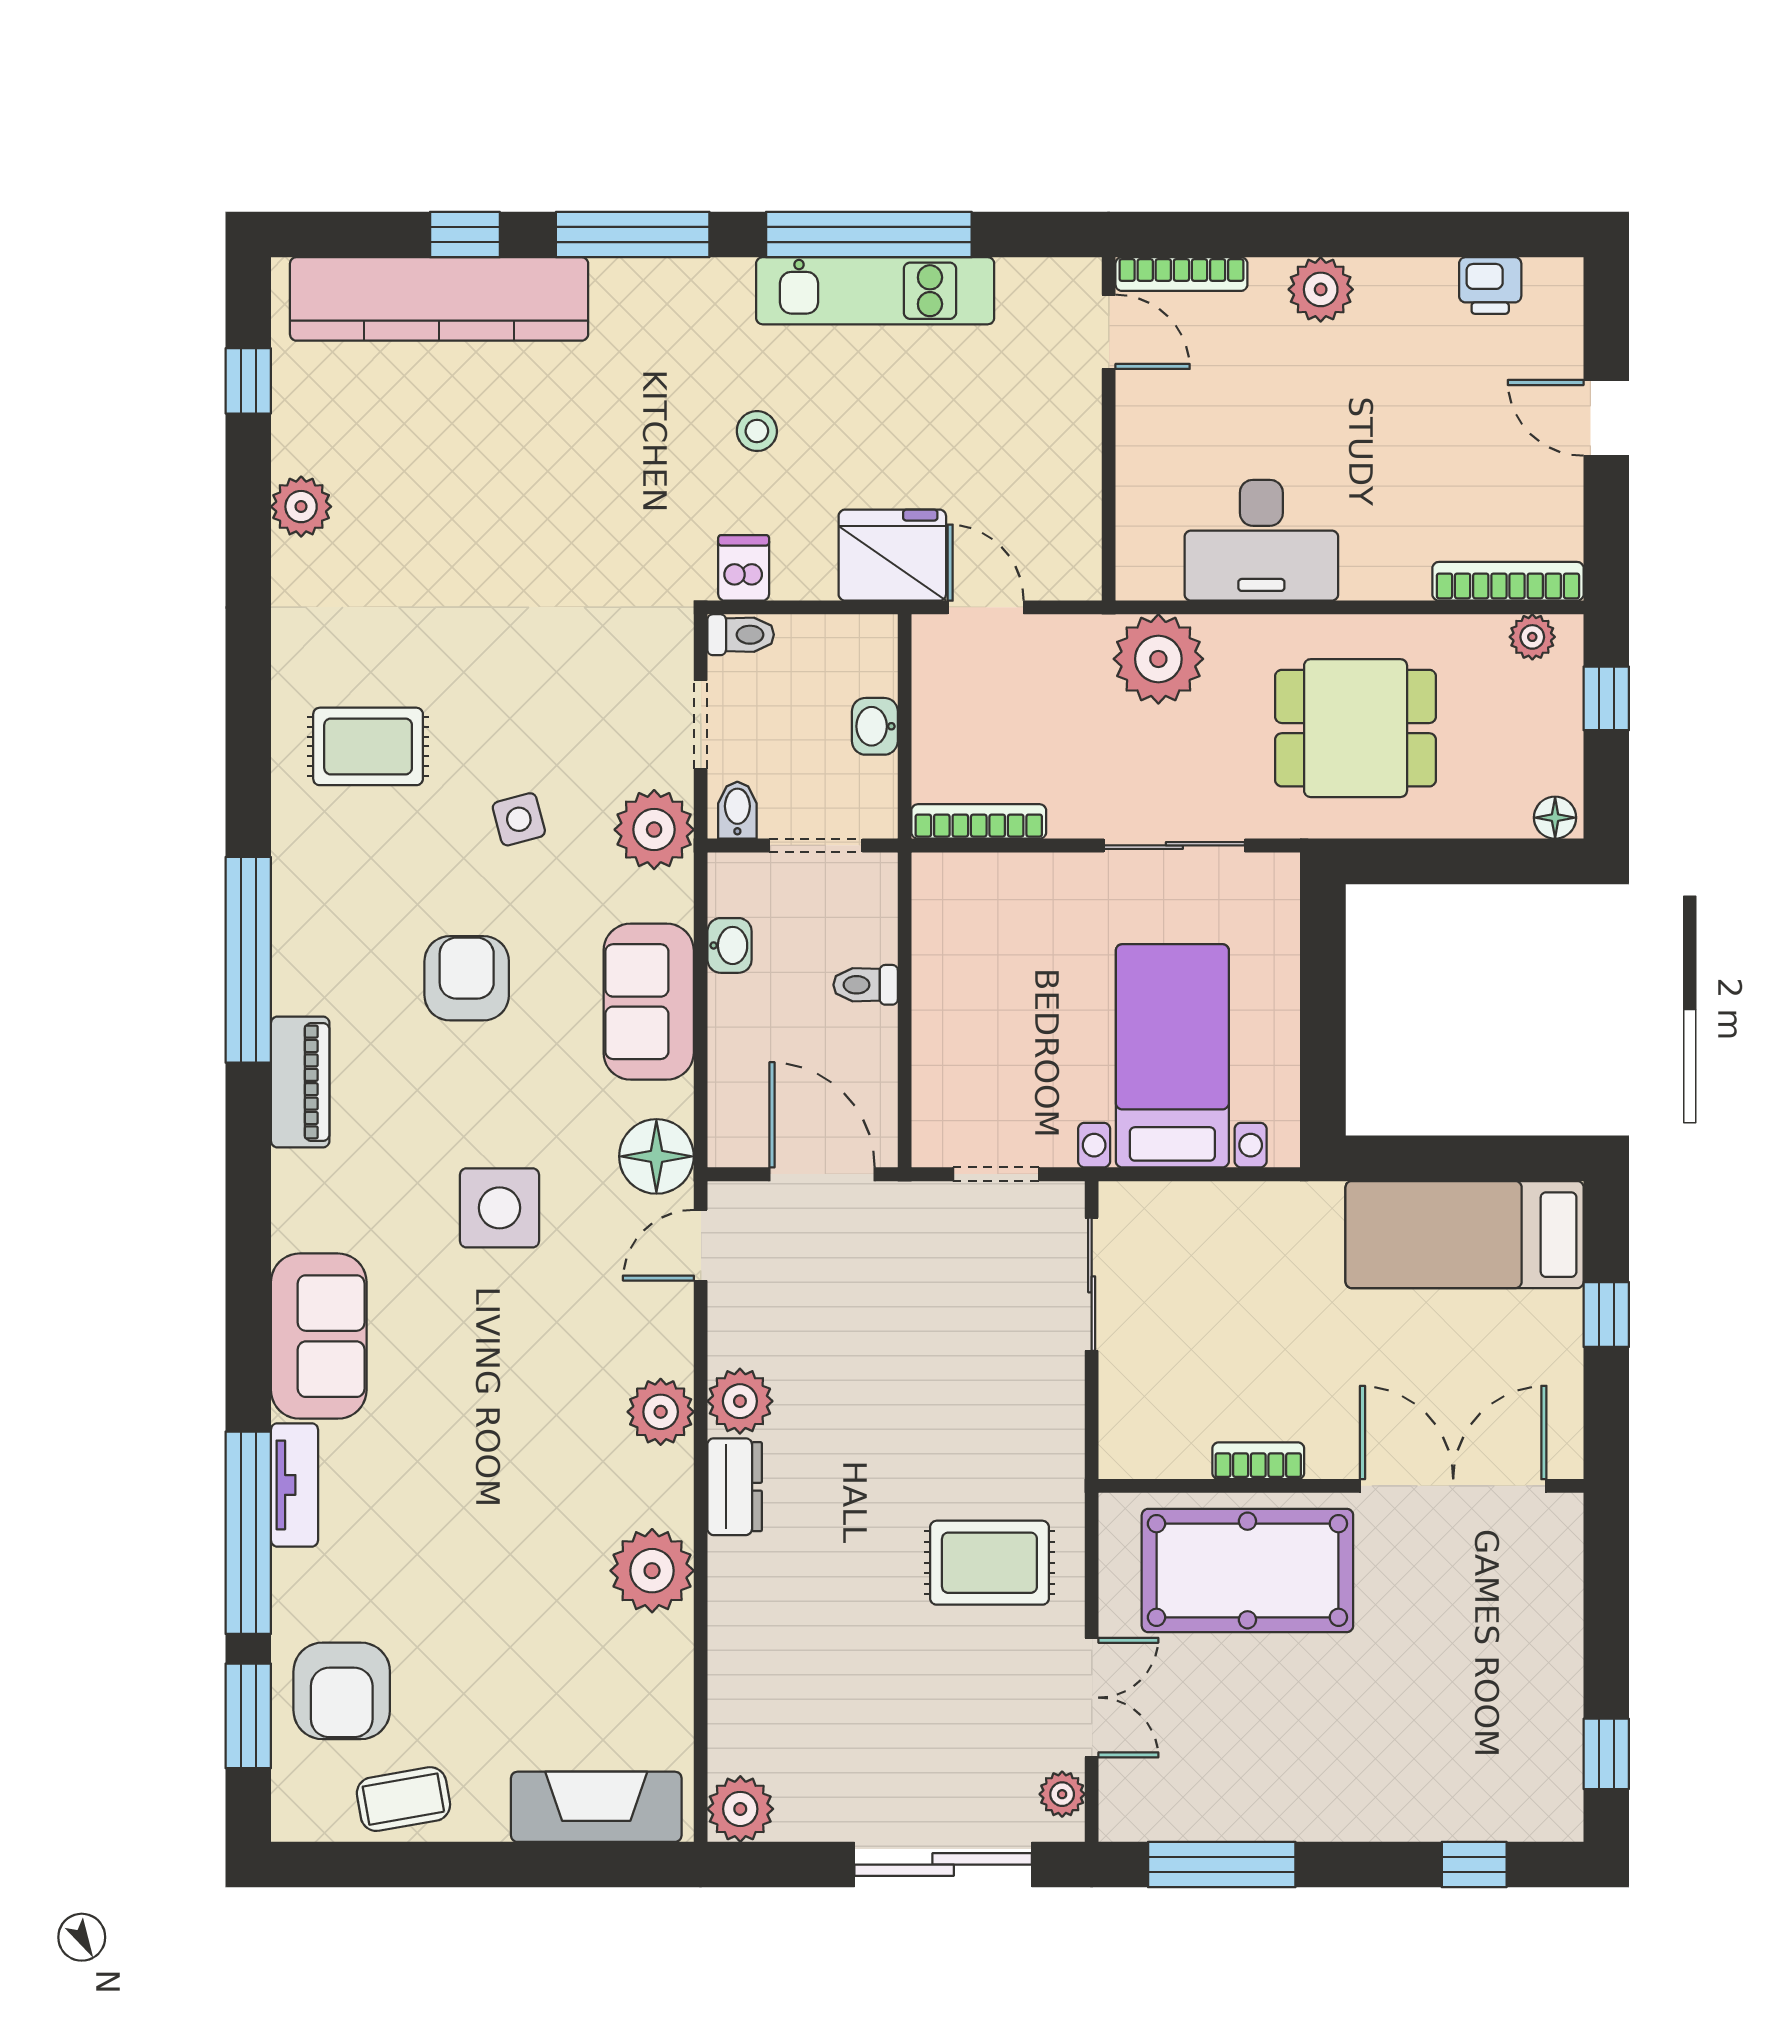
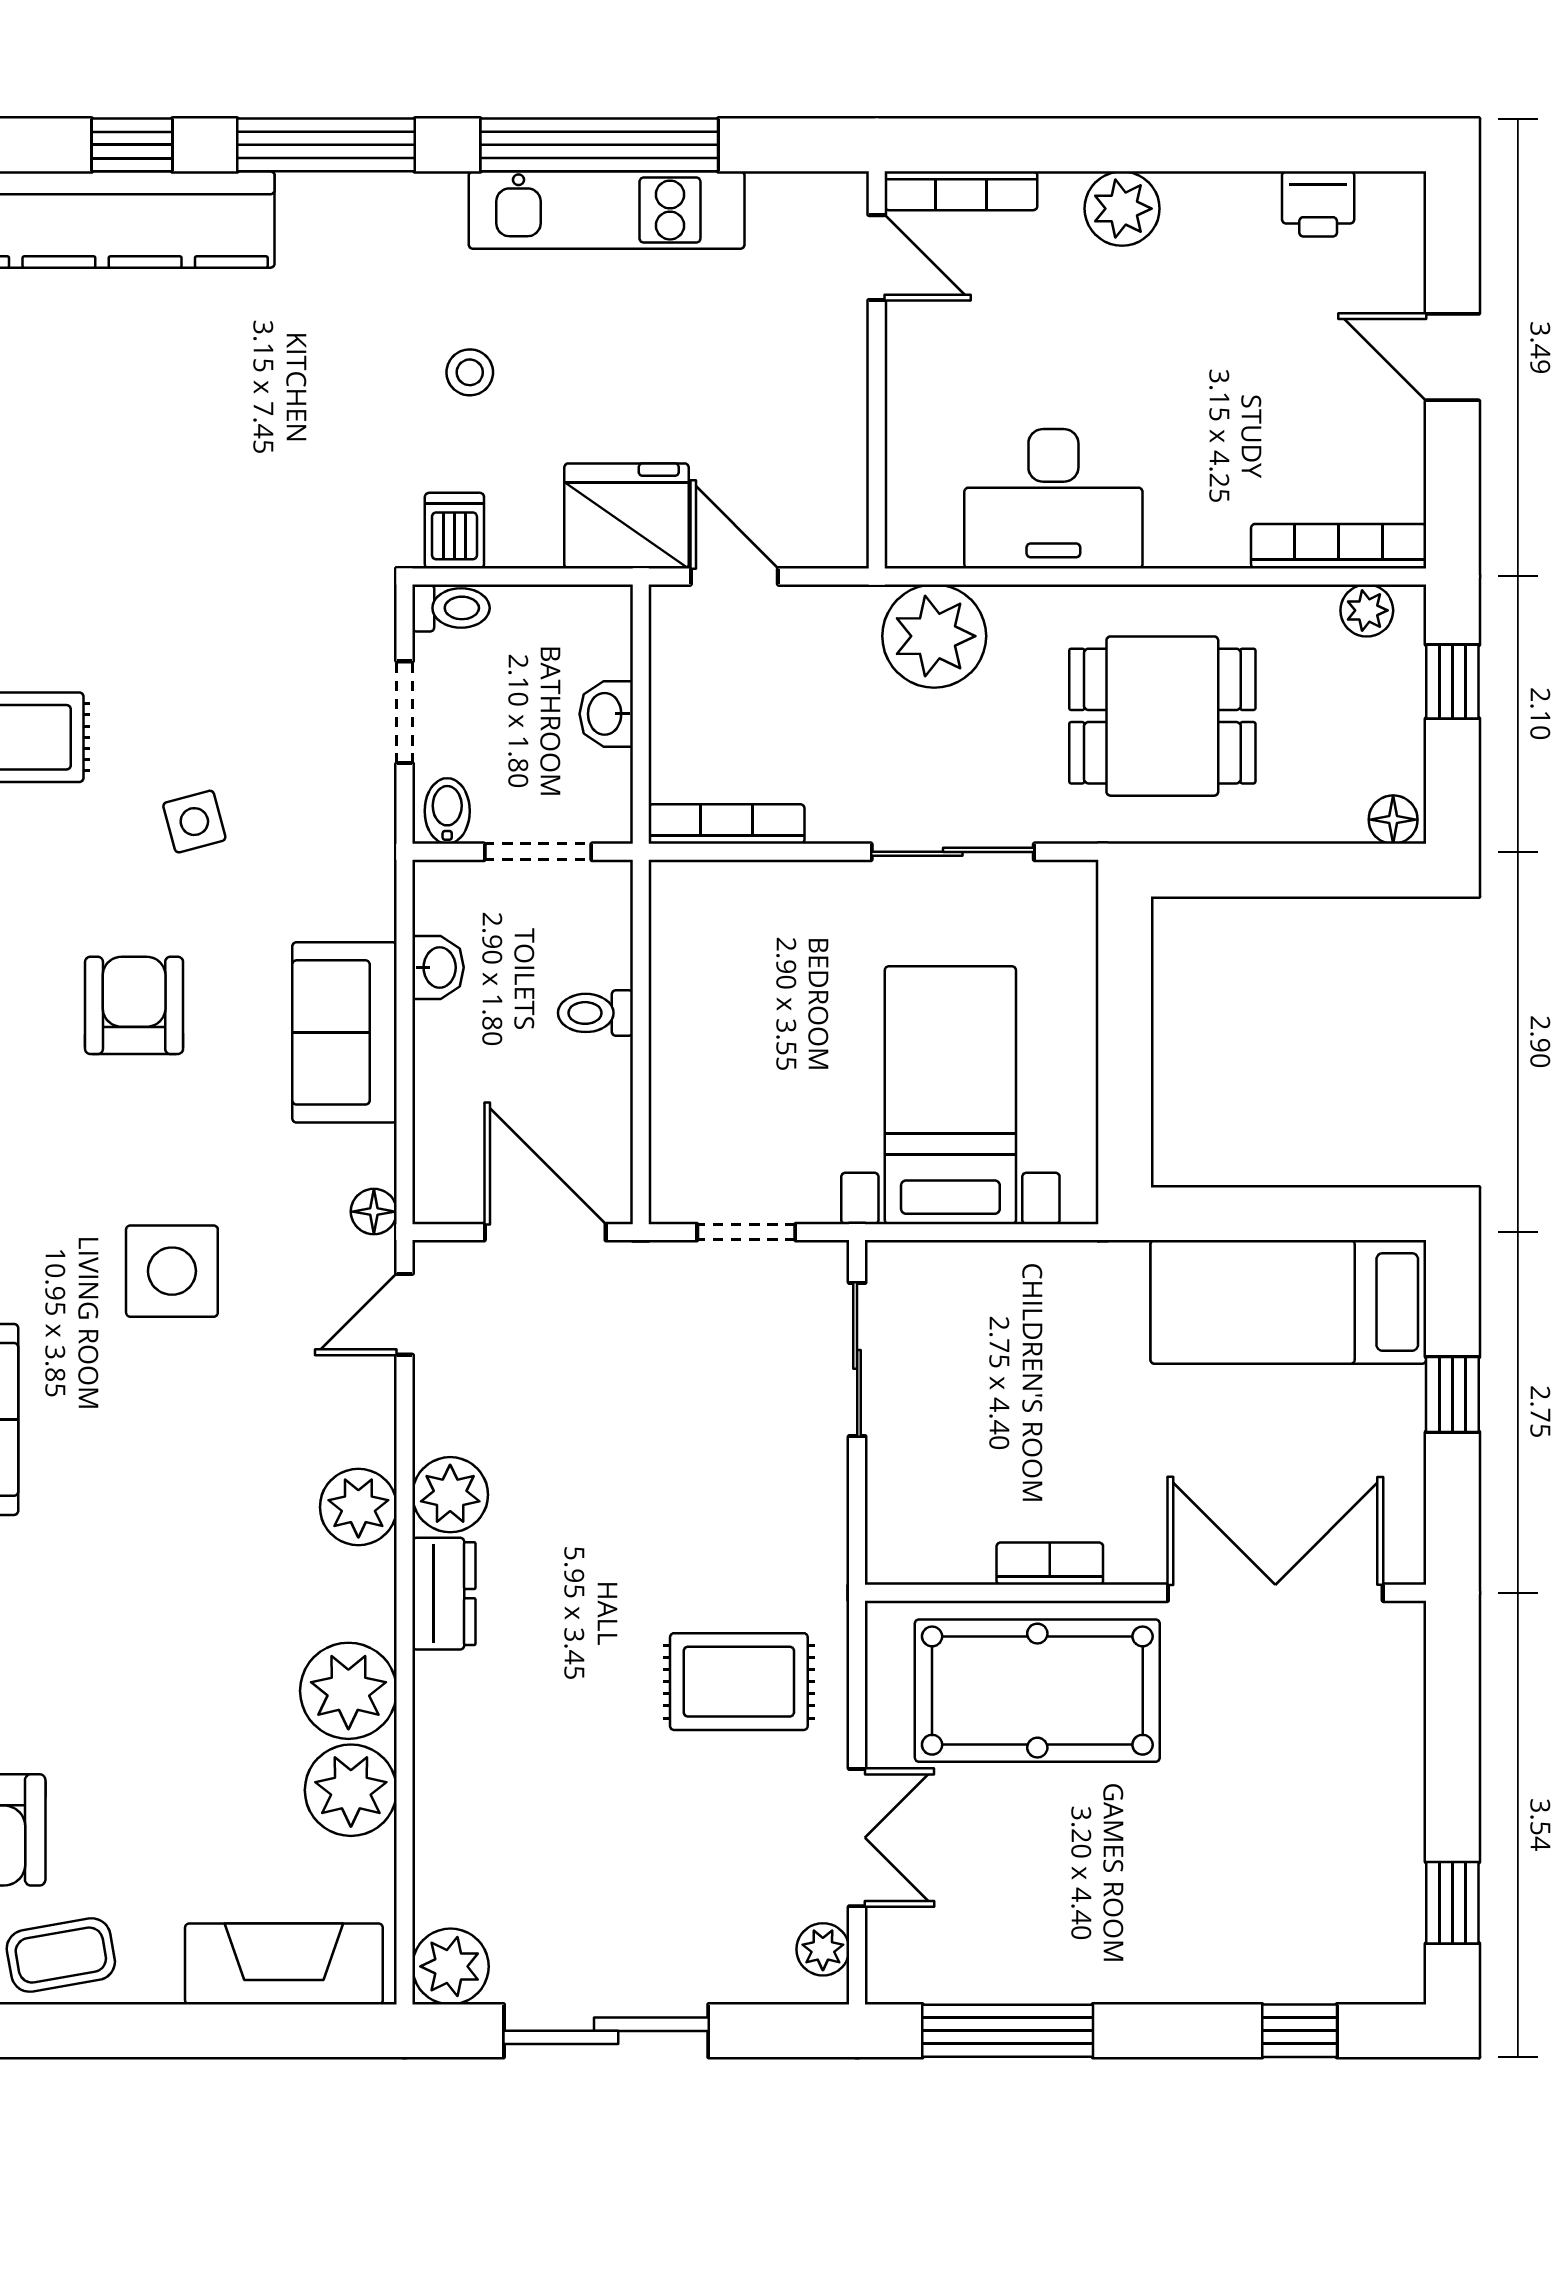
plant: (654, 830) -> (351, 1790), moved
floor lamp: (656, 1156) -> (374, 1212), width x0.53, depth x0.53
sliding door: (943, 1865) -> (606, 2031), moved

